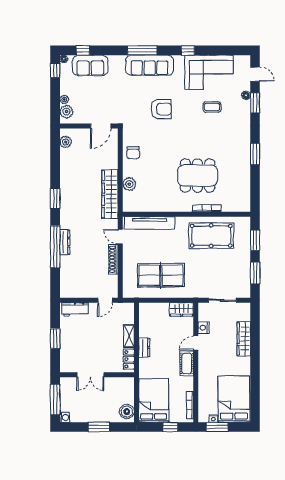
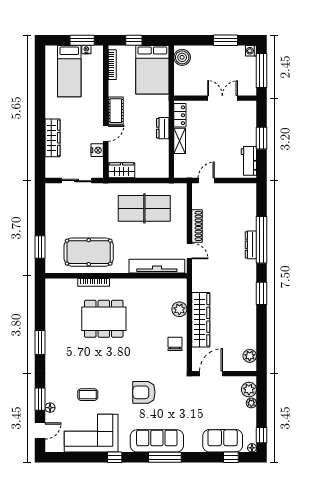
door: (255, 74) -> (40, 431), swing flipped
wardrobe: (110, 194) -> (201, 320), moved
window: (255, 273) -> (40, 211), removed
workbench: (75, 309) -> (249, 161), moved, turned -90
bed: (234, 399) -> (69, 71), width x0.67
window: (99, 427) -> (225, 40), moved

